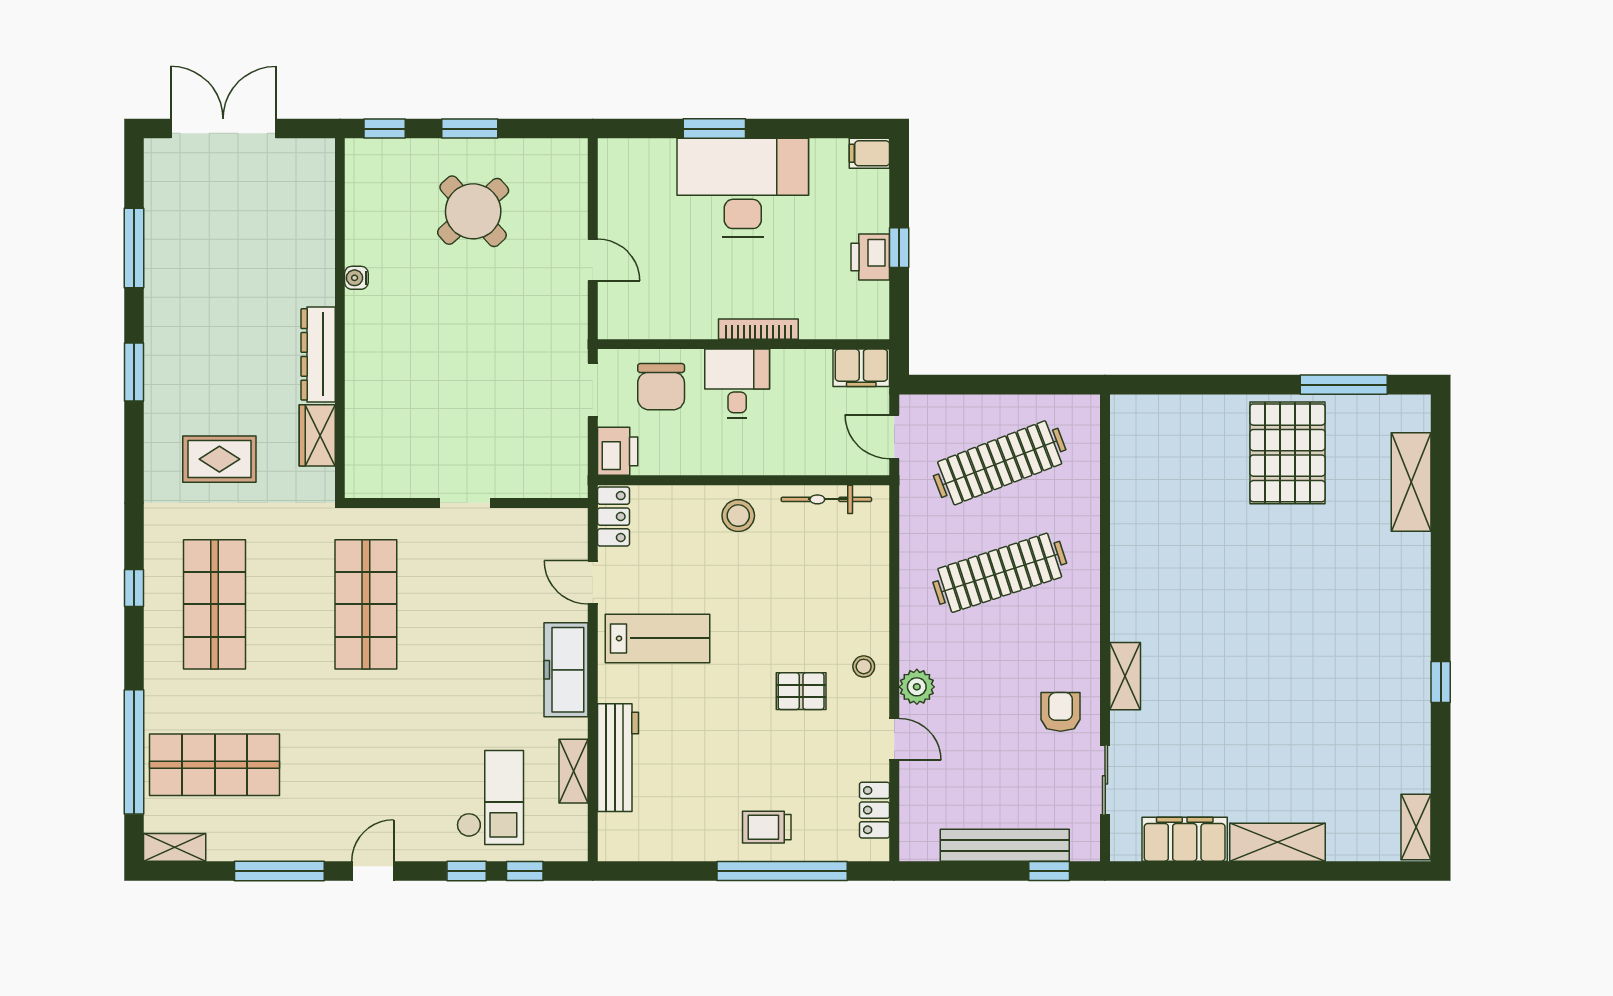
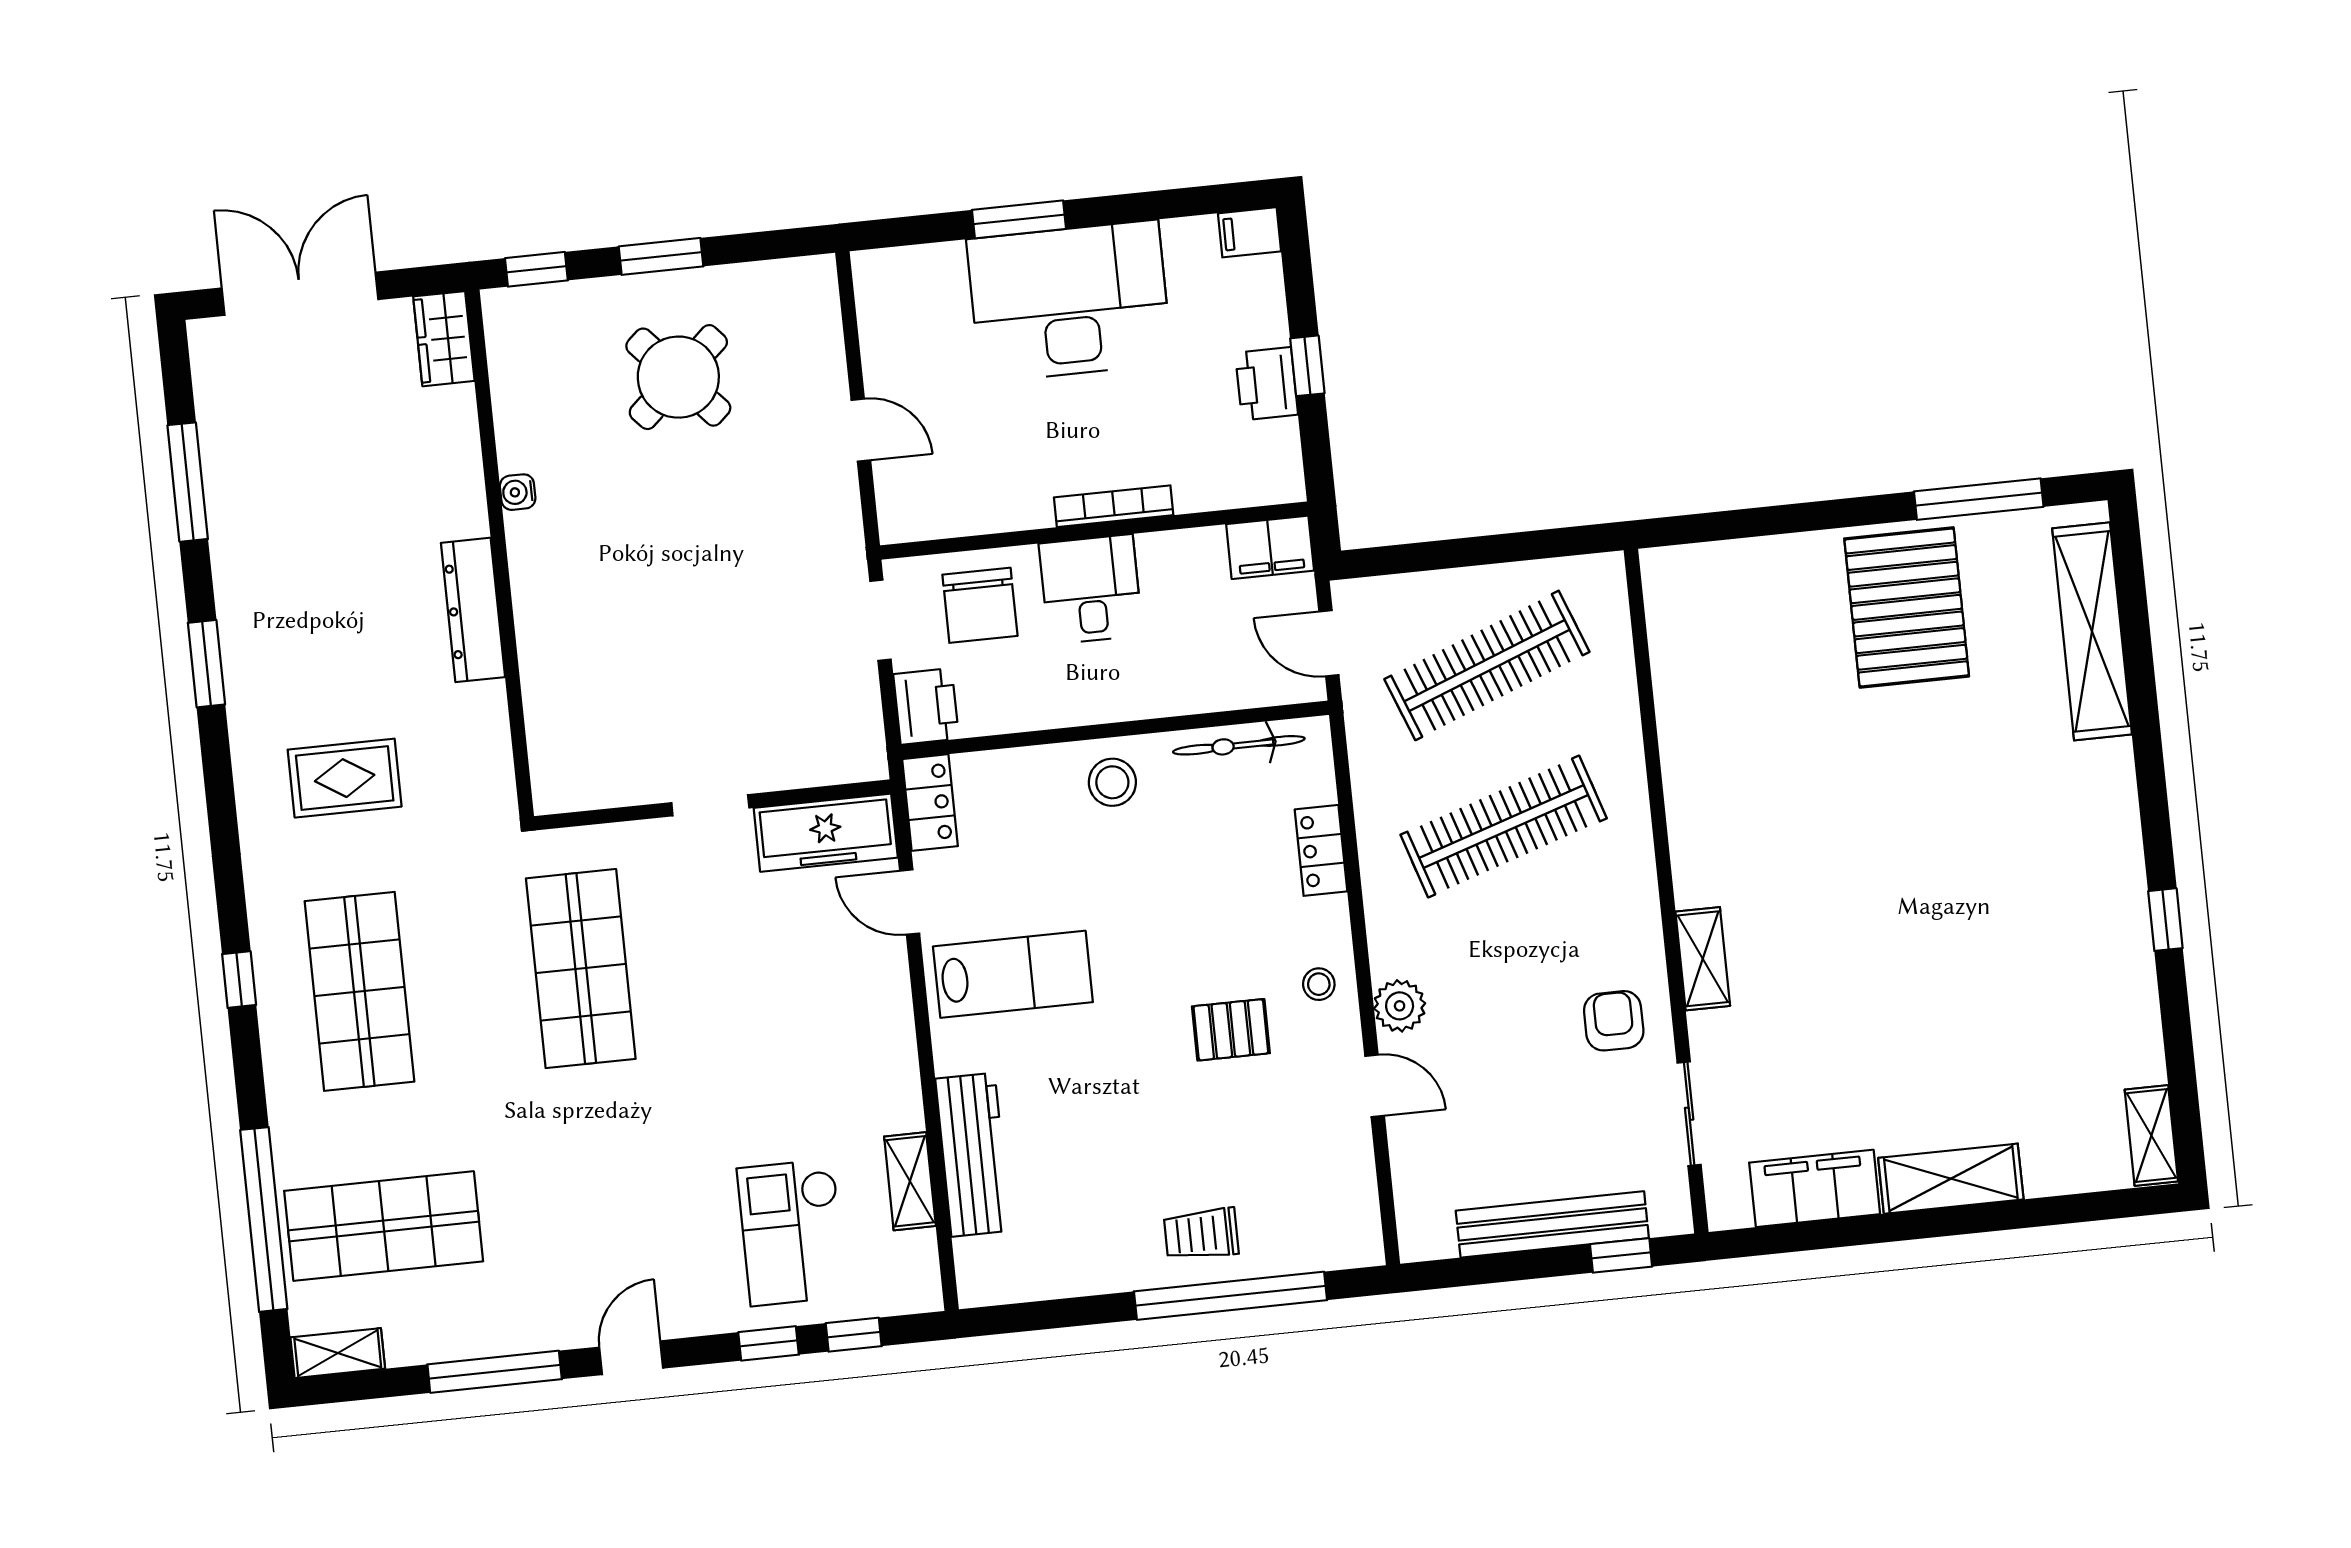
wardrobe: (317, 435) -> (444, 339), moved
shelving: (1411, 482) -> (2092, 631), width x1.47
freezer: (566, 670) -> (826, 833), moved, turned -90
checkout: (490, 798) -> (792, 1232), turned 180
locker: (875, 810) -> (1321, 850), moved

